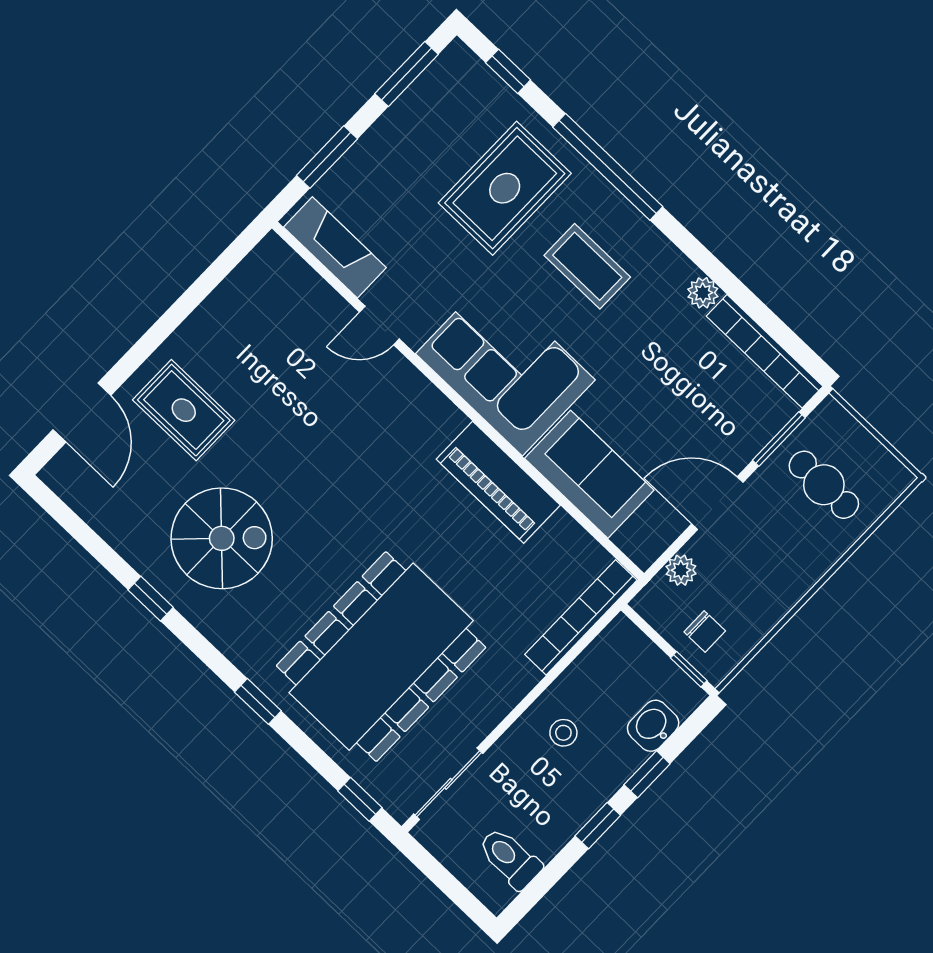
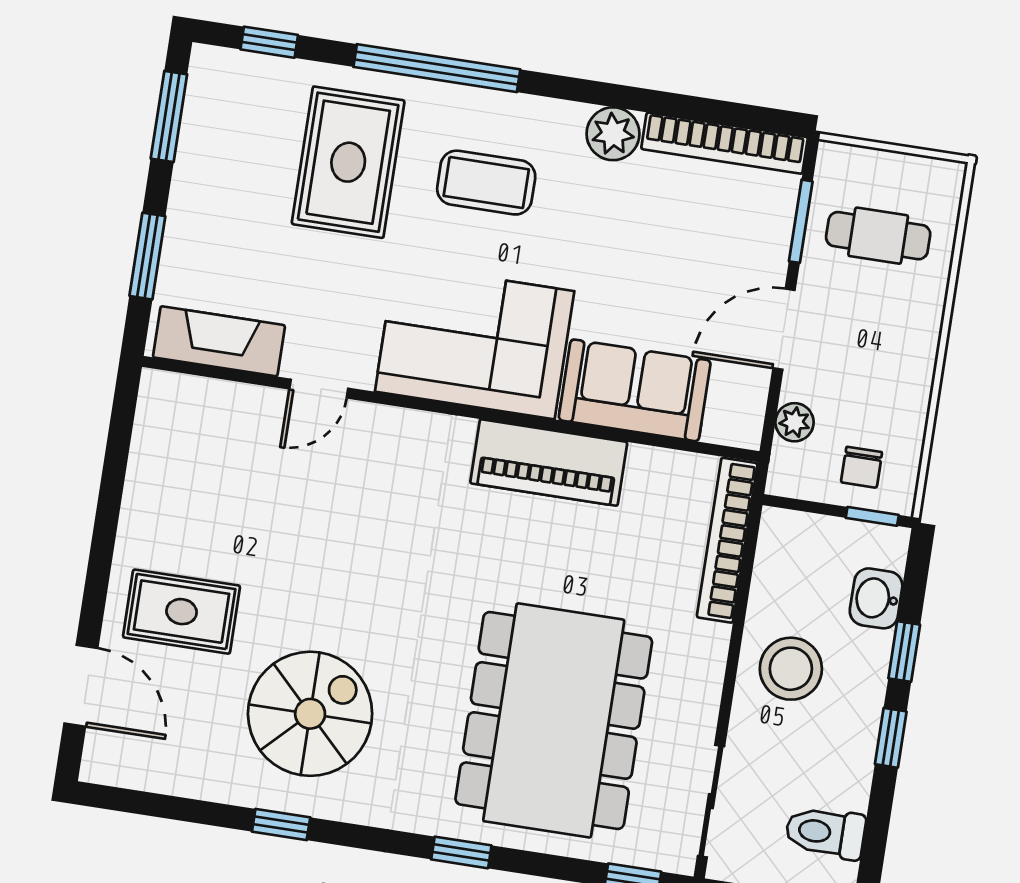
plant: (703, 293) -> (613, 134), width x1.38, depth x1.38
chair: (705, 631) -> (862, 467), turned 90
stool: (563, 733) -> (791, 669), width x1.89, depth x1.89

